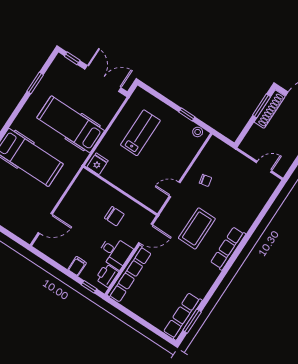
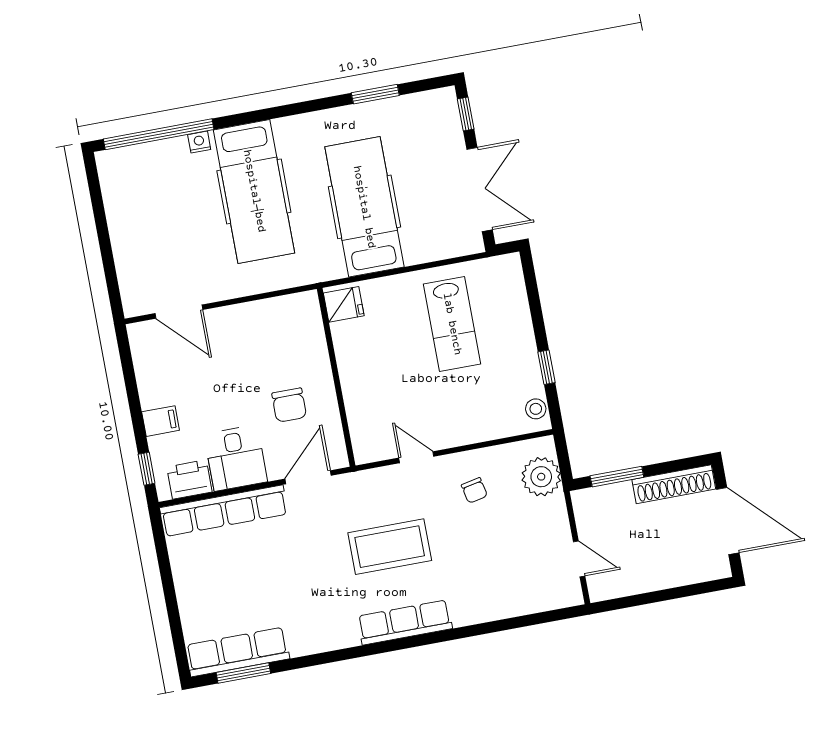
window: (261, 106) -> (617, 477), moved
lab bench: (140, 133) -> (452, 324), turned 90
plant: (223, 153) -> (541, 477), added
door: (146, 234) -> (308, 477), swing flipped

